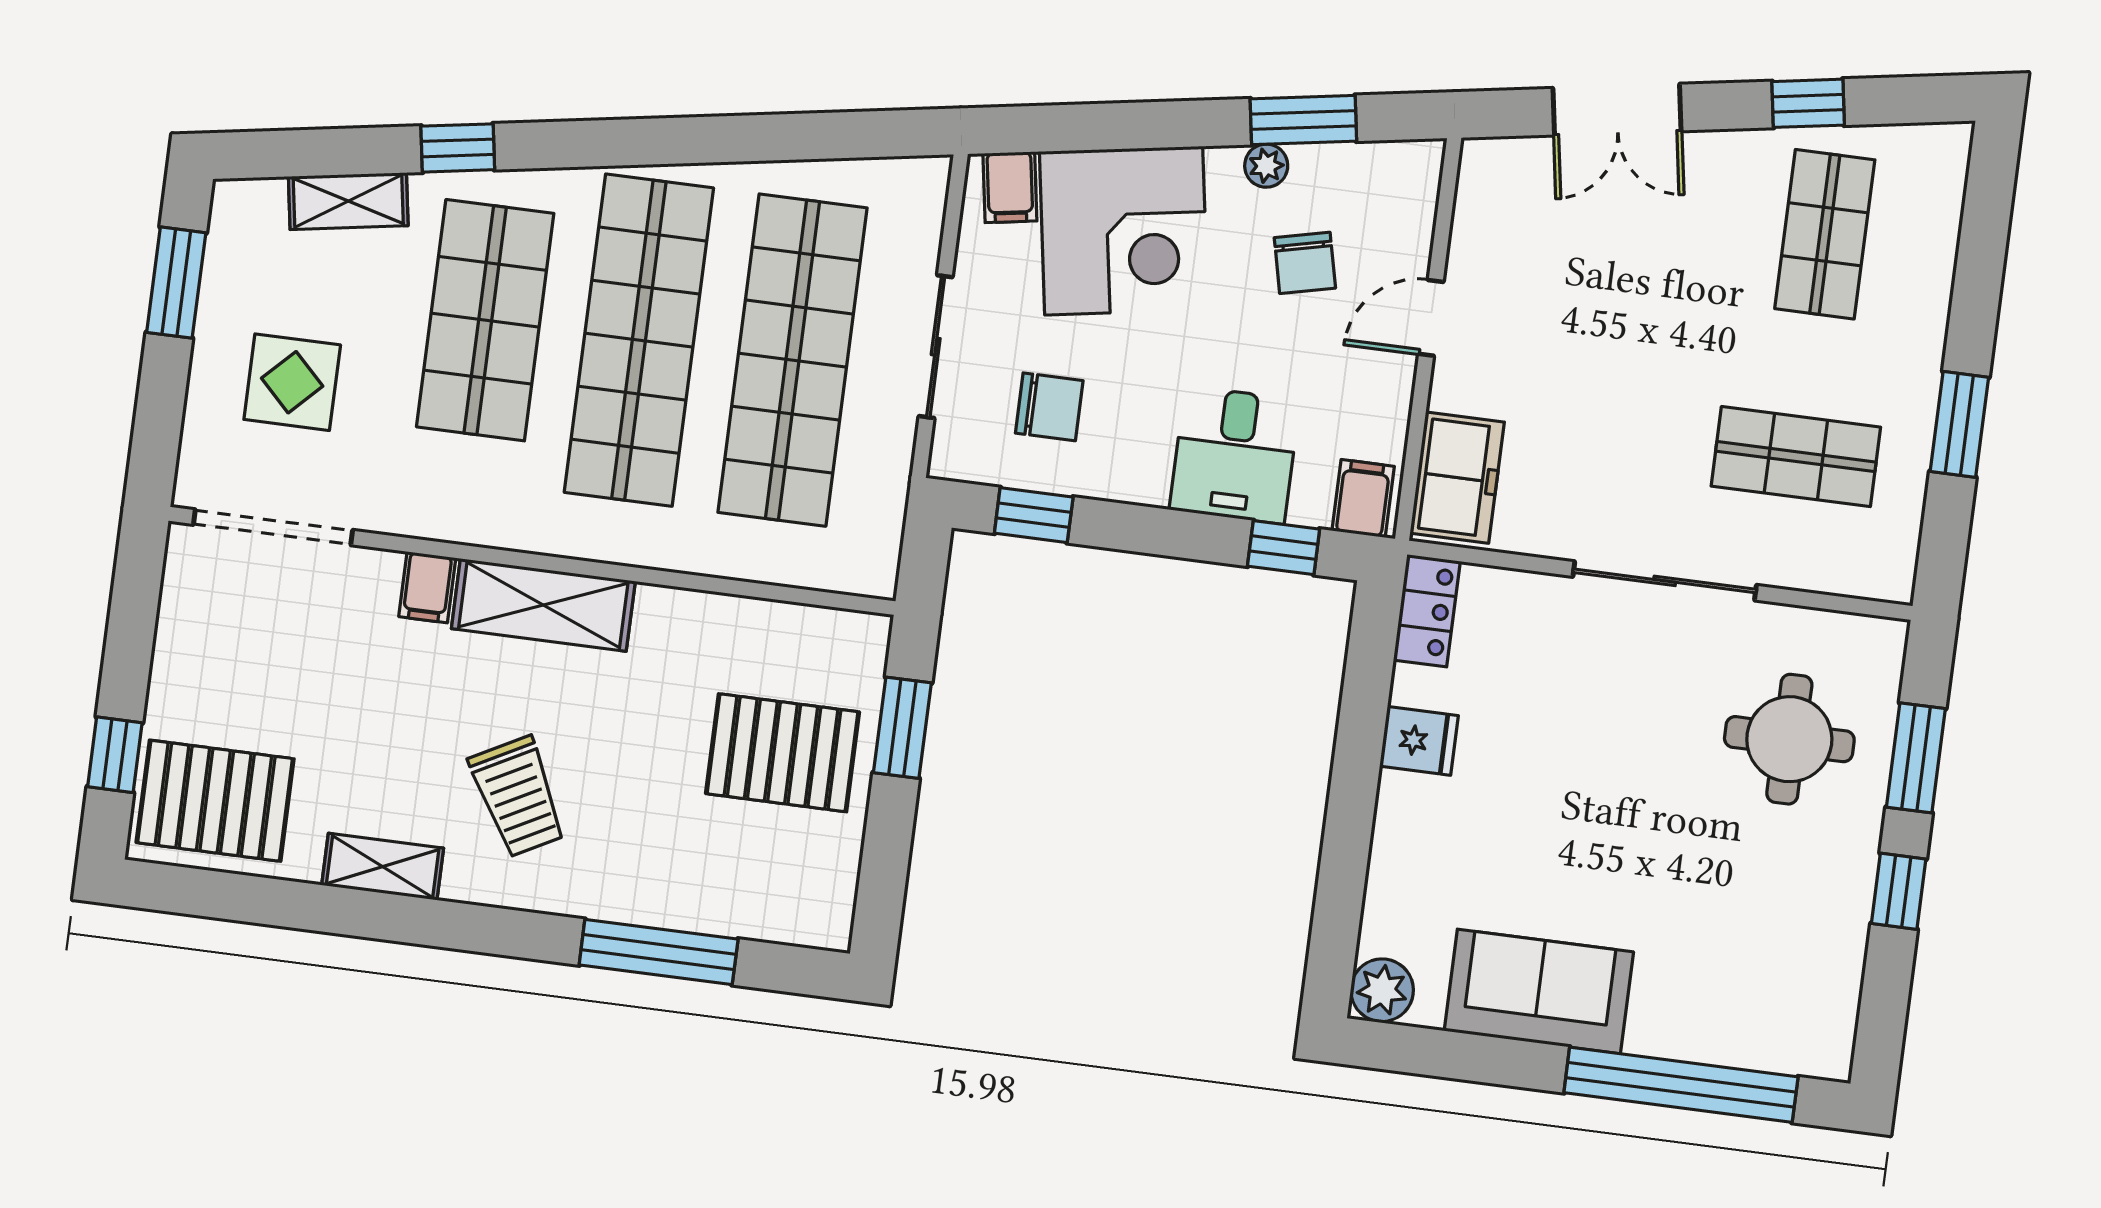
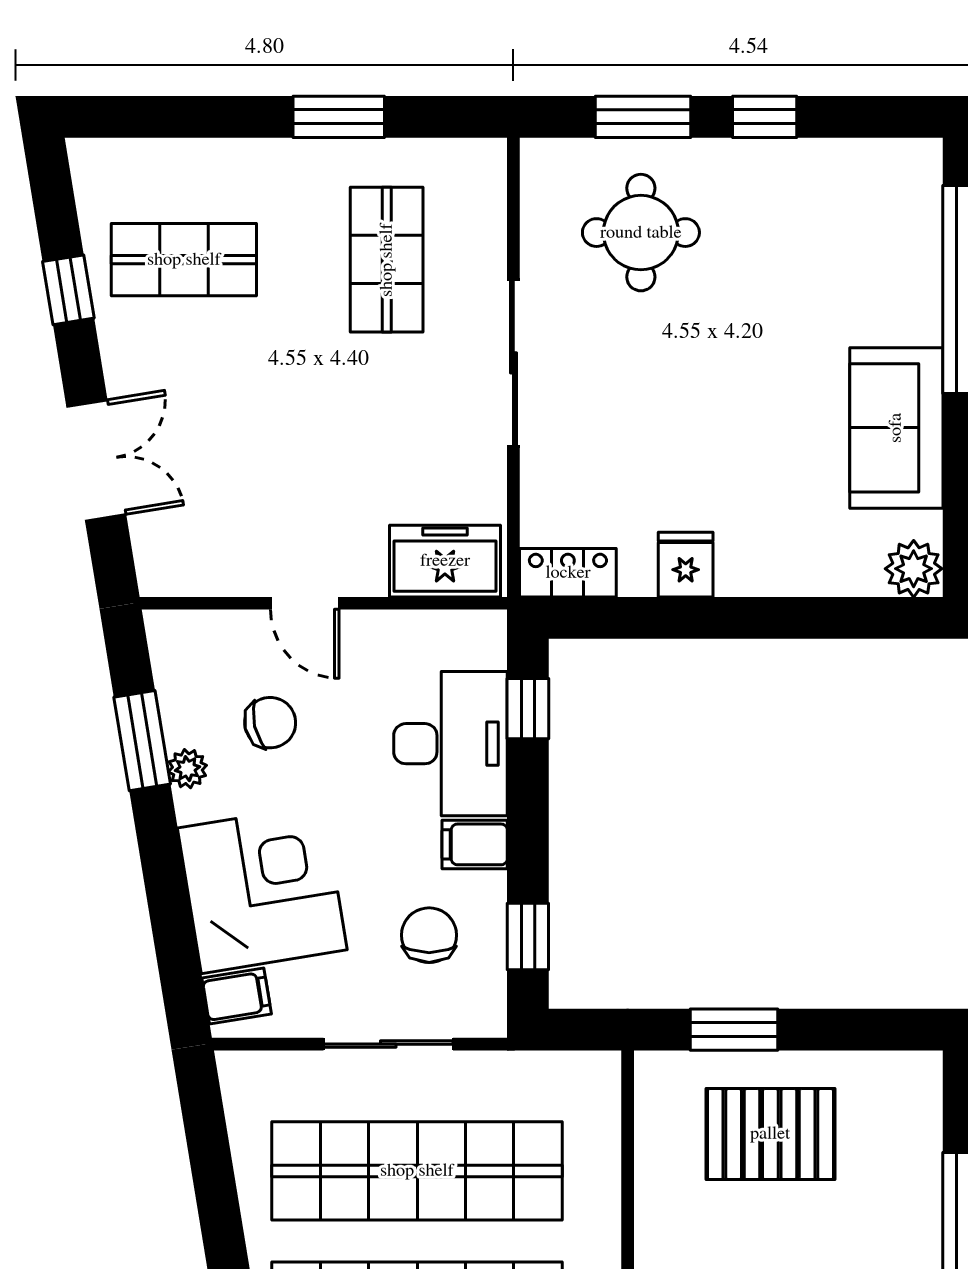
desk: (1235, 455) -> (451, 744), width x1.37
filing cabinet: (1363, 499) -> (475, 844), moved
pallet: (783, 753) -> (770, 1134), turned 90

